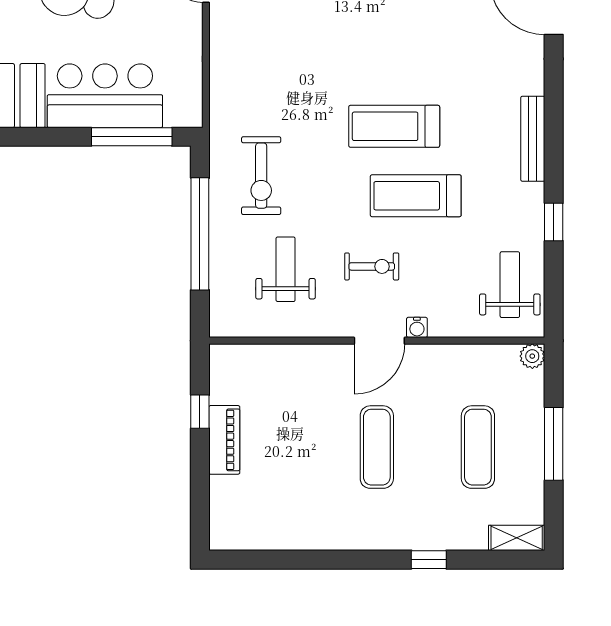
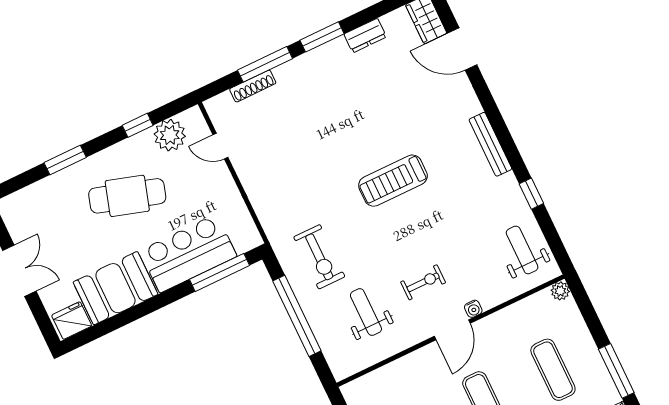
treadmill: (416, 196) -> (430, 220), removed
window: (554, 444) -> (616, 371), moved

